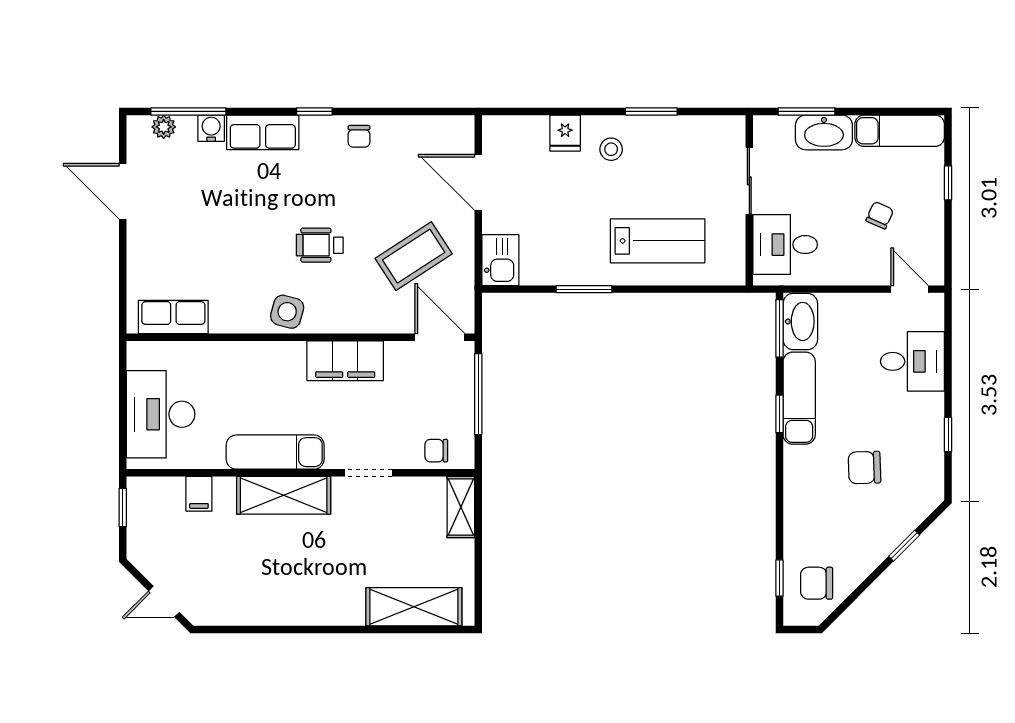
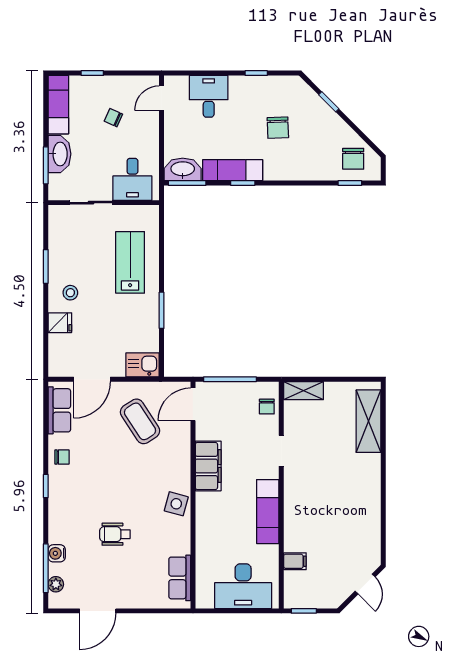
row of seats: (263, 132) -> (59, 410), moved
wheelchair: (320, 245) -> (115, 534), moved, turned 90
shelving: (284, 495) -> (296, 506), removed

